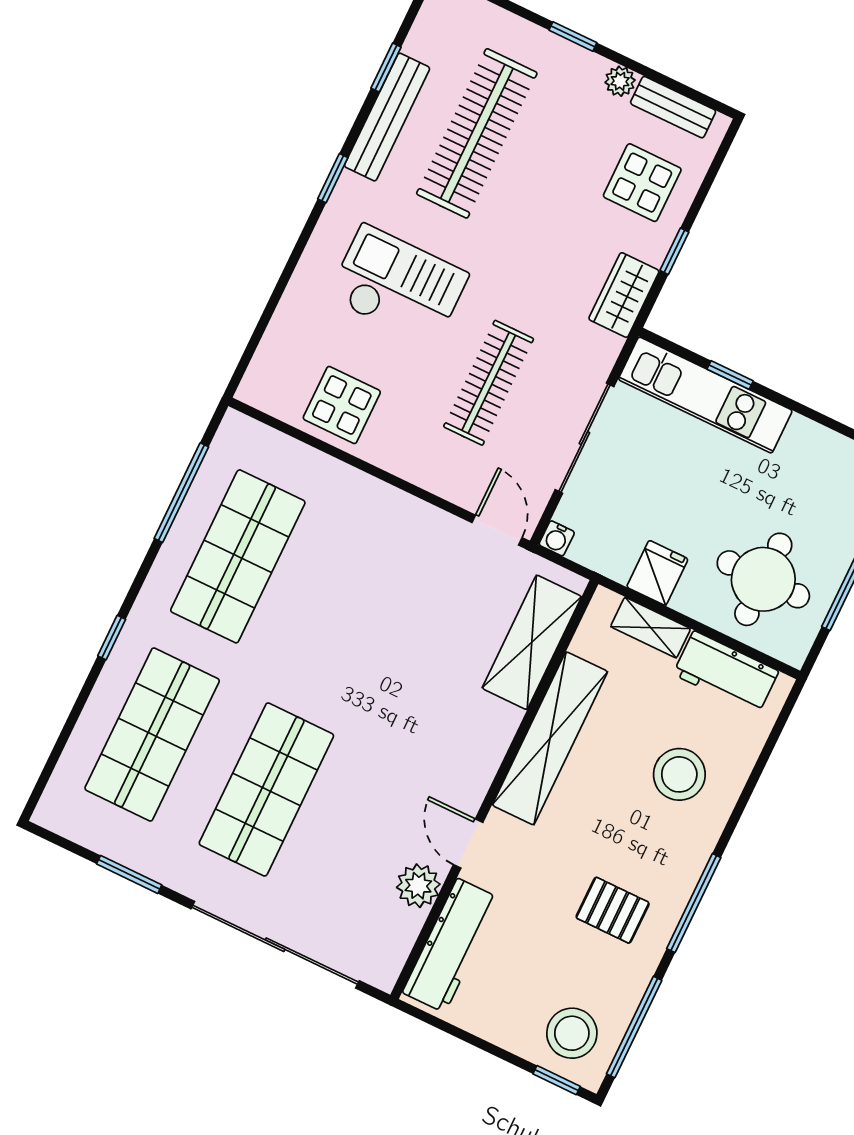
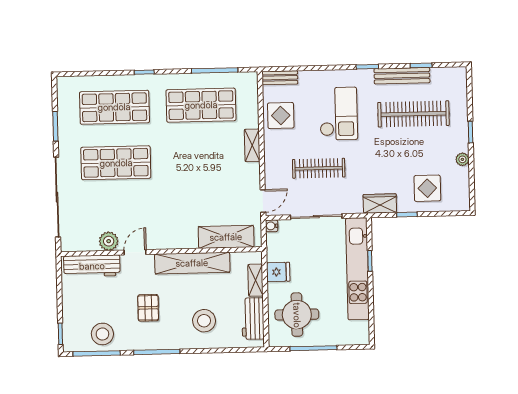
bench: (673, 107) -> (280, 78), moved, turned 90
kitchen unit: (705, 395) -> (357, 269), width x1.36
shelving: (373, 494) -> (252, 145), added
pallet: (613, 910) -> (148, 308), moved
stool: (572, 1033) -> (102, 334), moved

